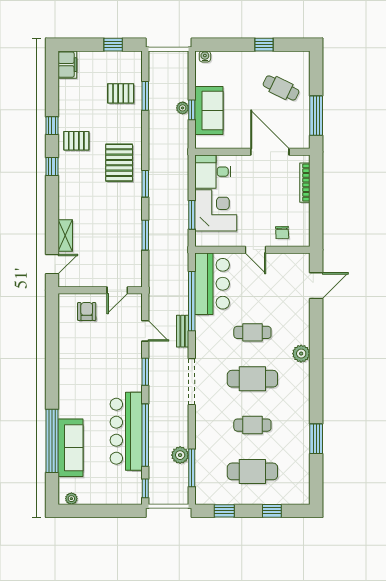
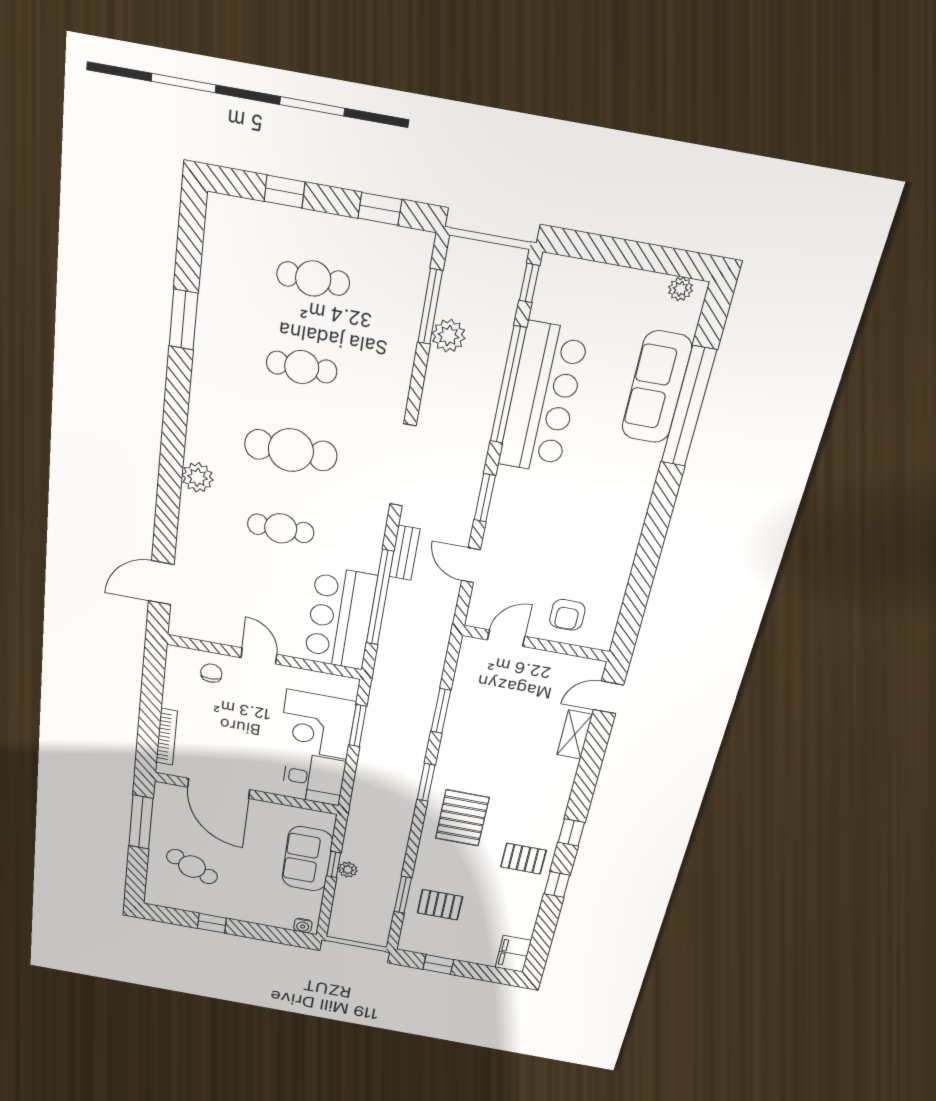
cafe table: (252, 471) -> (313, 279), width x0.73, depth x0.74

